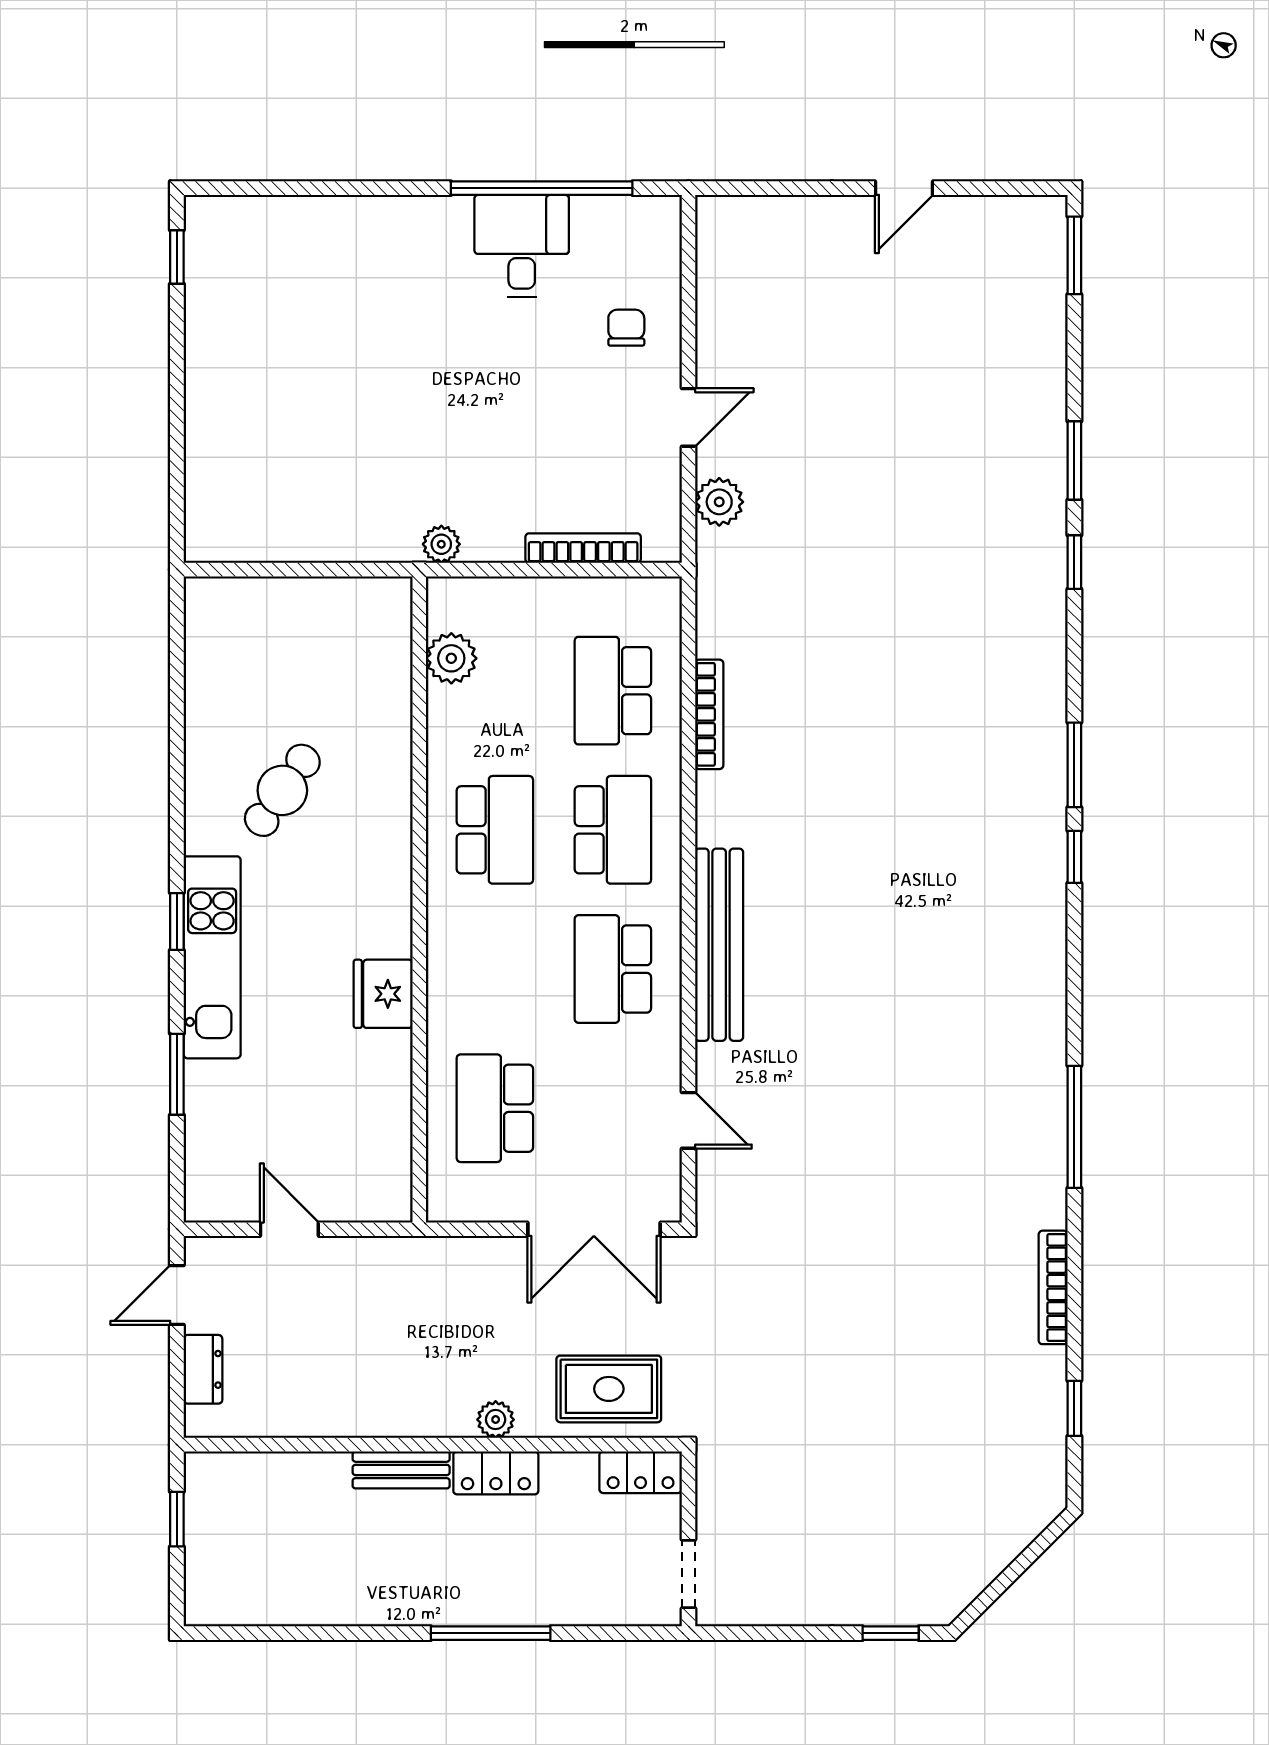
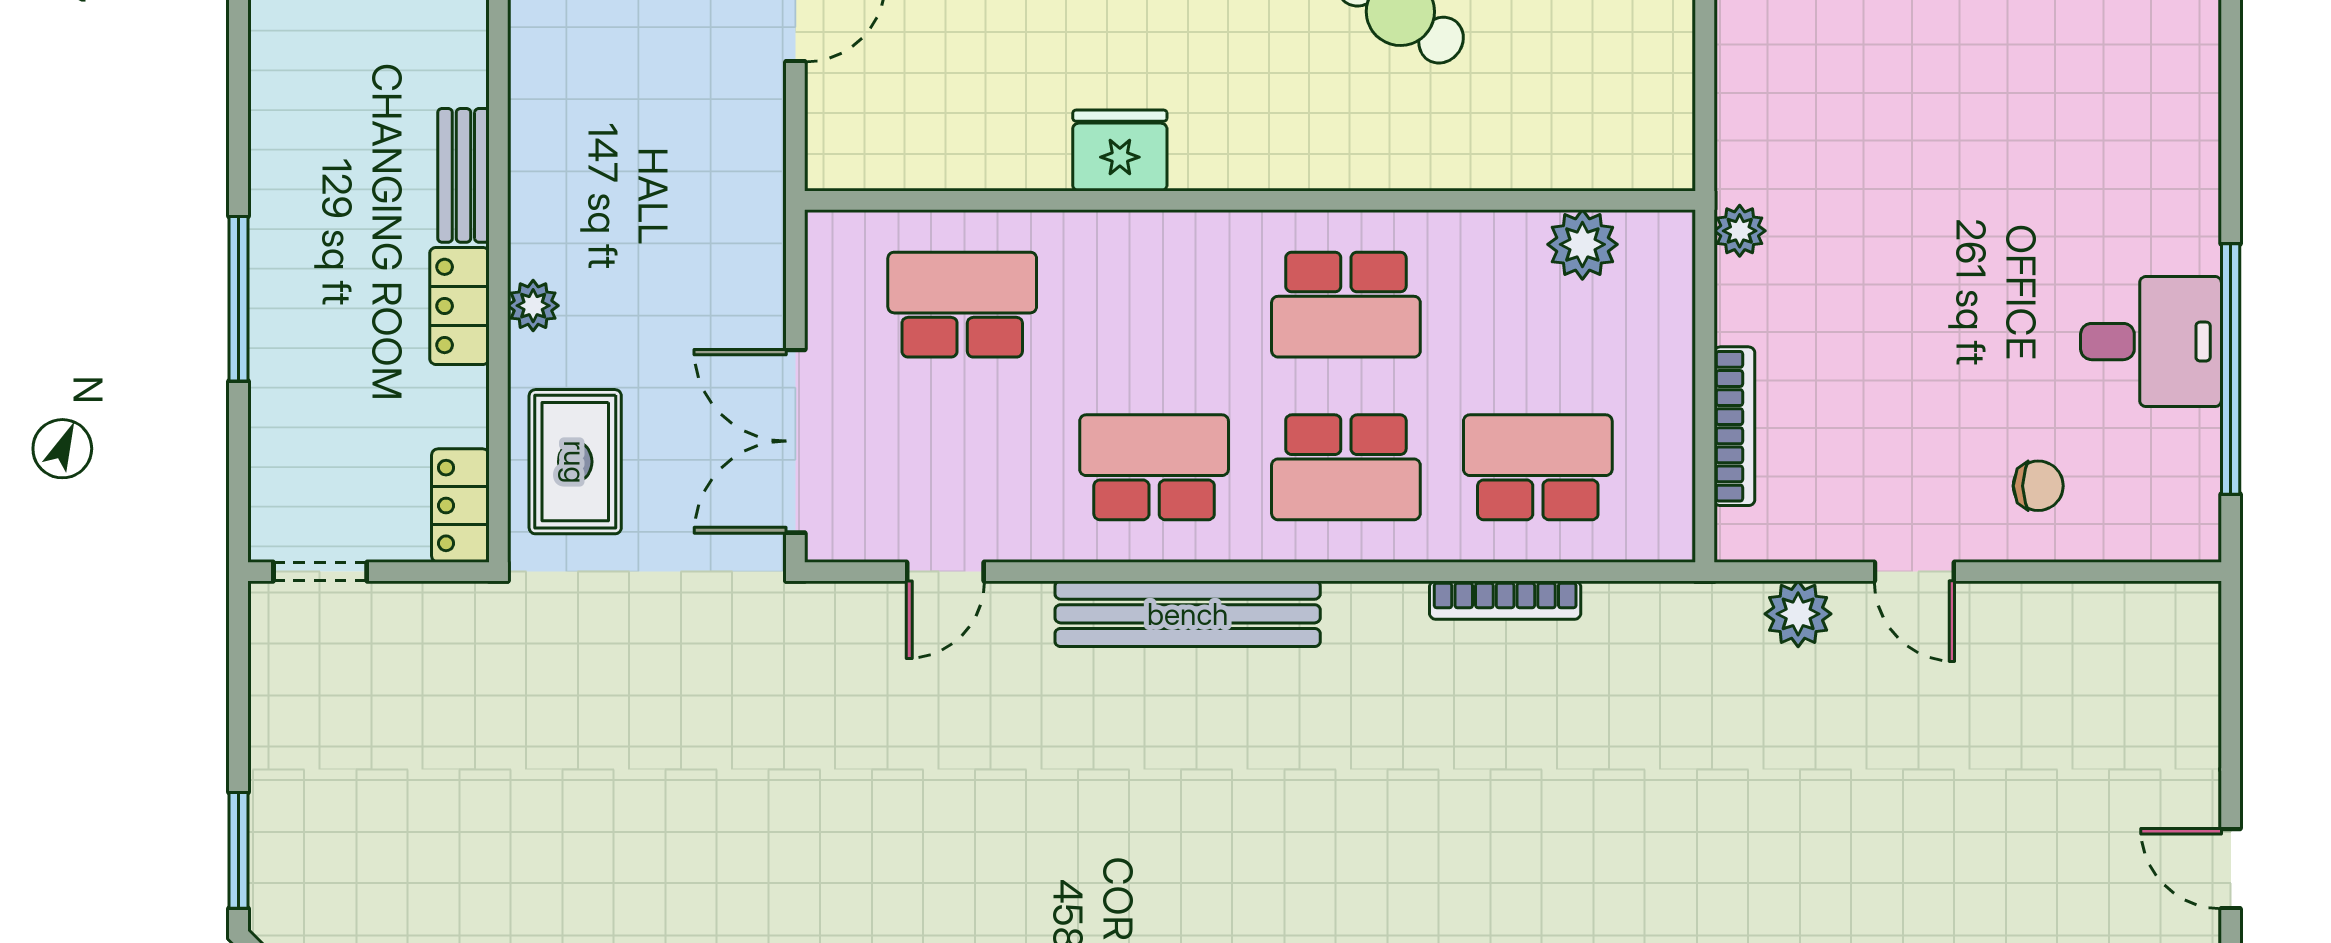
window: (891, 1633) -> (239, 850), width x1.50

